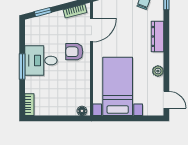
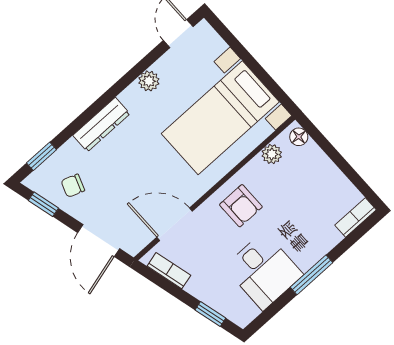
armchair: (74, 52) -> (241, 206), moved
desk: (41, 61) -> (264, 271), moved
plant: (85, 94) -> (272, 154), added

